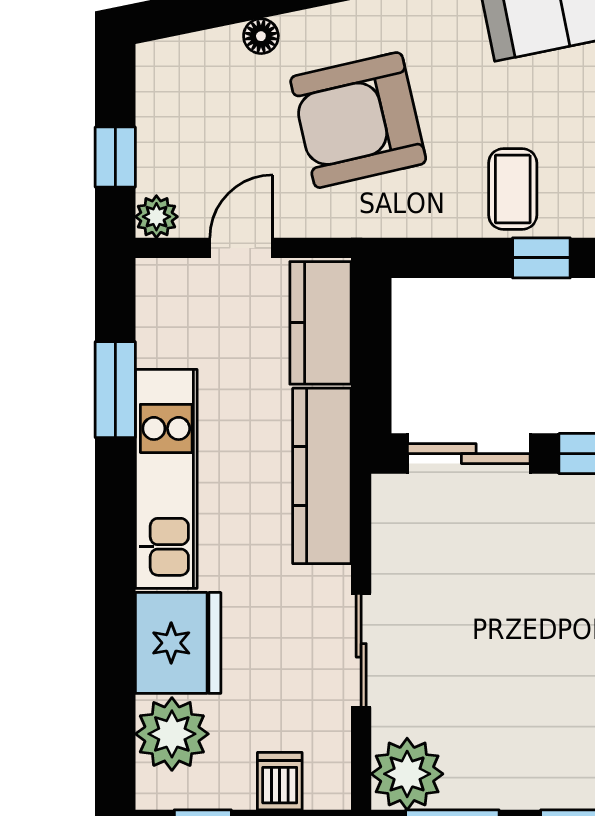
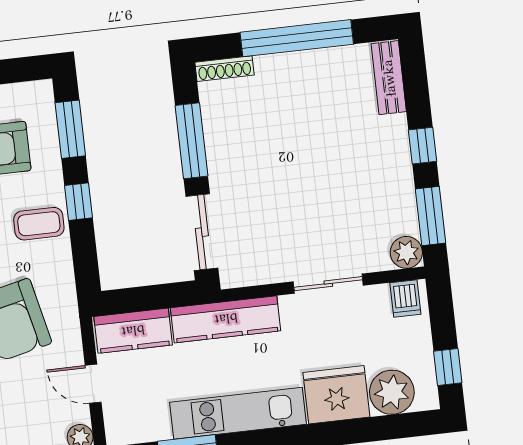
plant: (407, 774) -> (406, 252), width x0.73, depth x0.73
dishwasher: (280, 781) -> (405, 299), moved, turned -90

